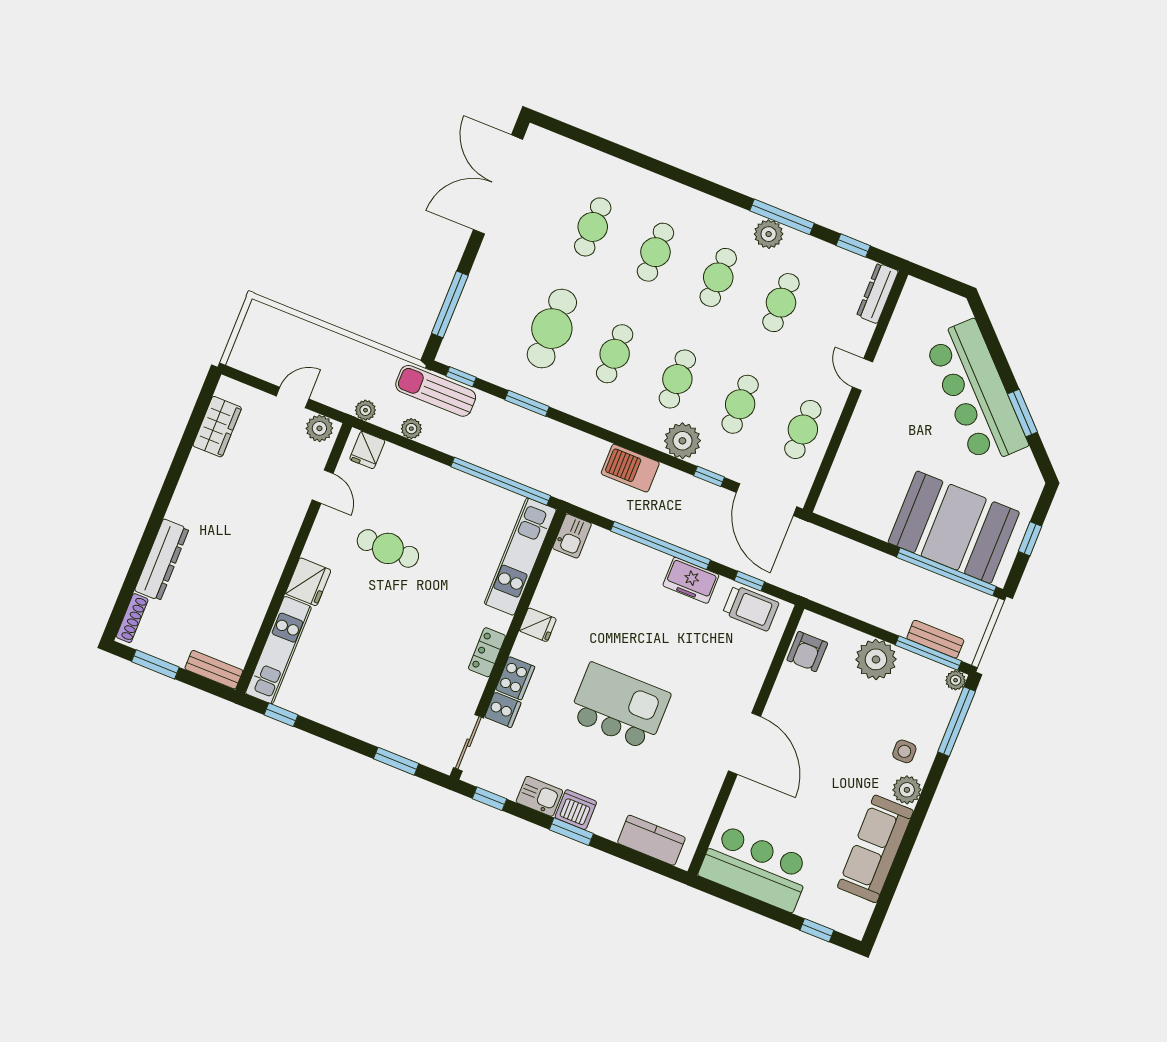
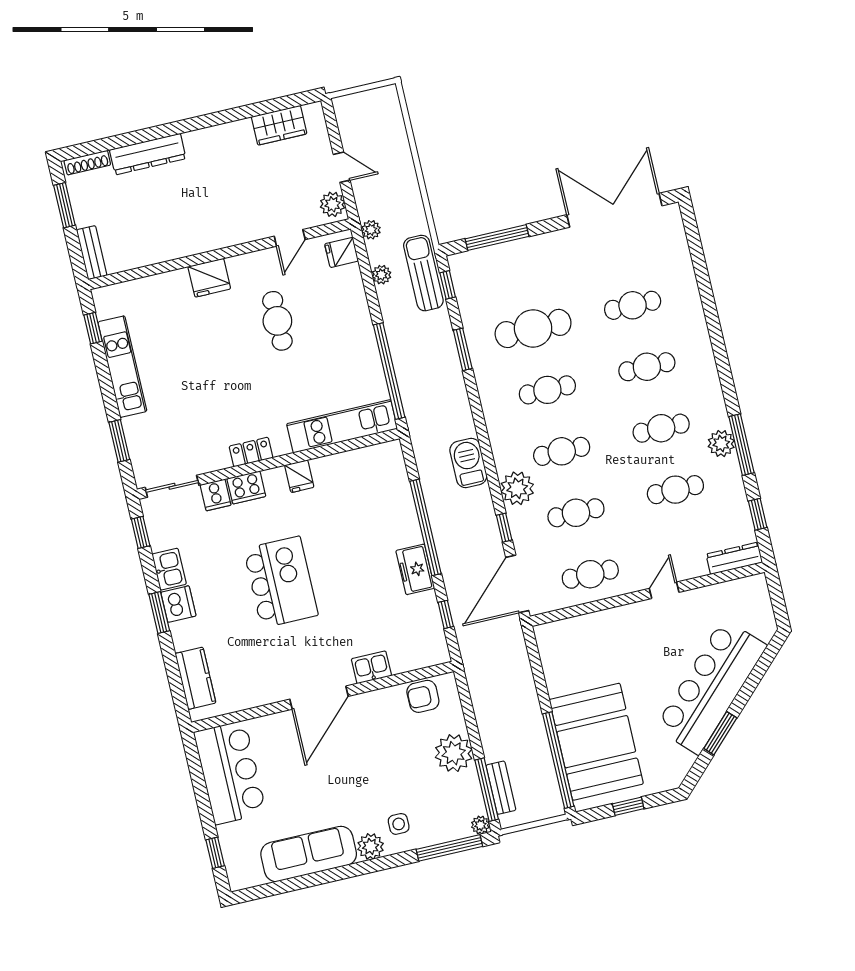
kitchen sink: (572, 536) -> (371, 667), moved, turned 180
trolley: (751, 608) -> (426, 630), removed
kitchen unit: (278, 650) -> (122, 367), moved, turned -90

